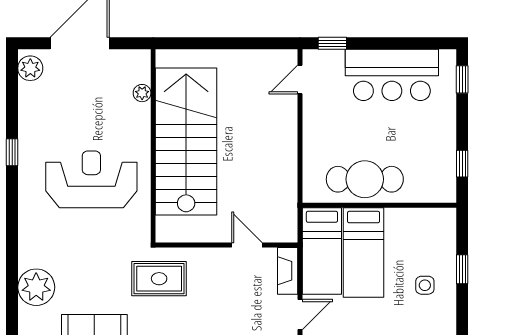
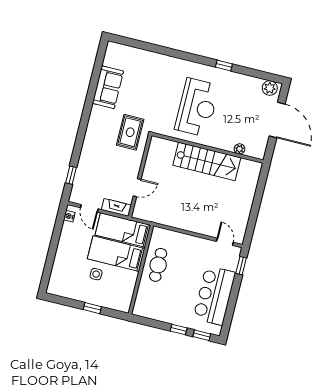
stairs: (186, 142) -> (207, 161), width x0.73, depth x0.66
window: (462, 164) -> (179, 329), moved
cafe table: (365, 179) -> (158, 265), width x0.73, depth x0.74
side table: (425, 285) -> (96, 274), moved
plant: (36, 287) -> (143, 60), removed

